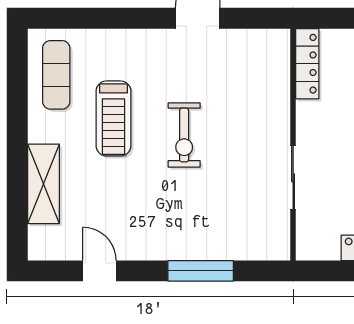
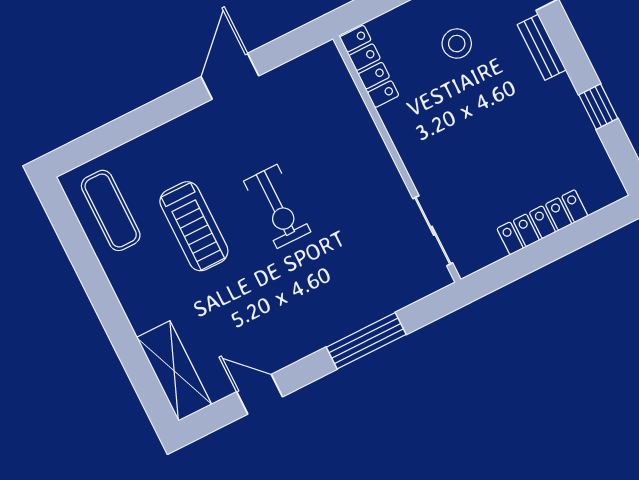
sliding door: (293, 178) -> (433, 231), moved
shelving: (44, 184) -> (174, 371), moved

